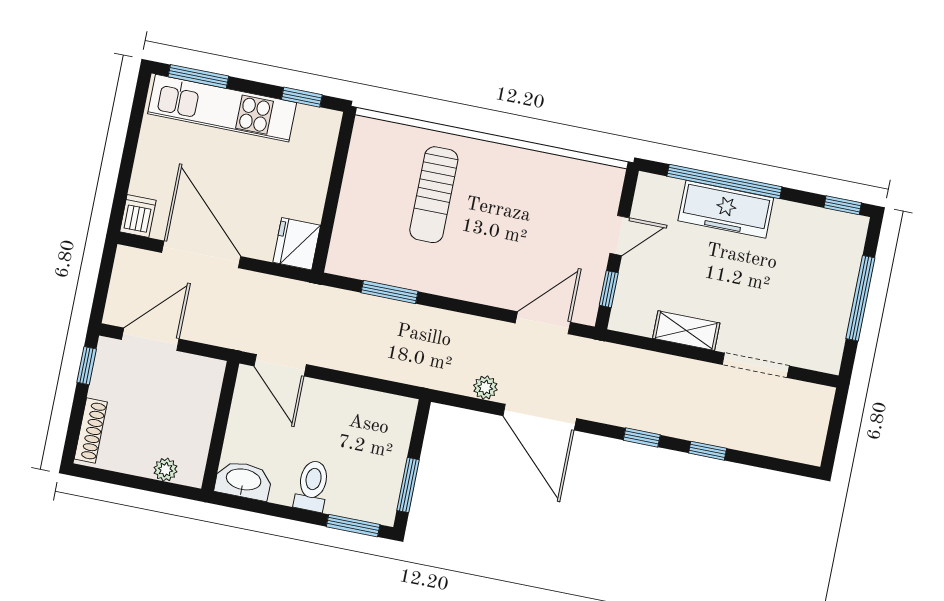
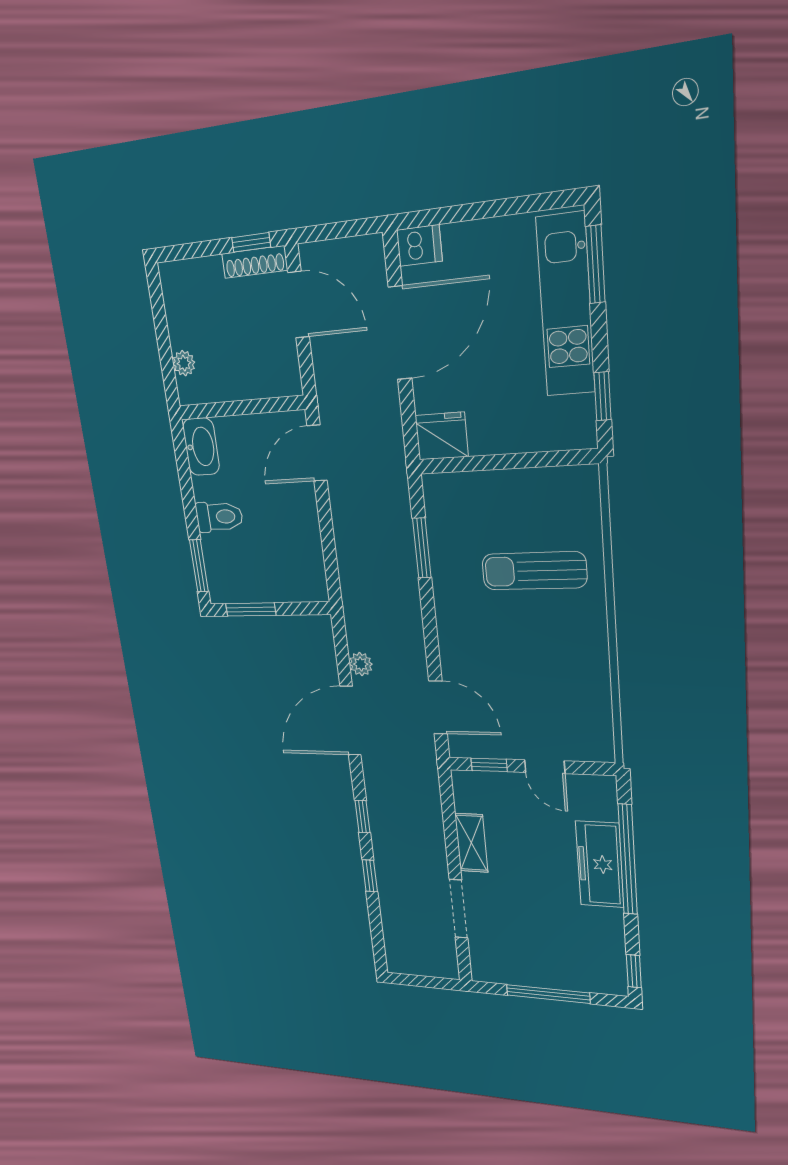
shoe rack: (91, 430) -> (255, 262), moved

